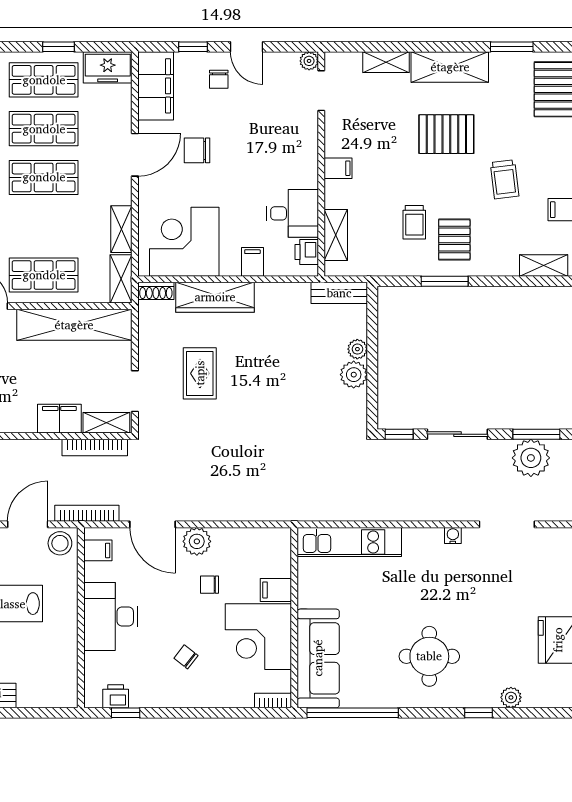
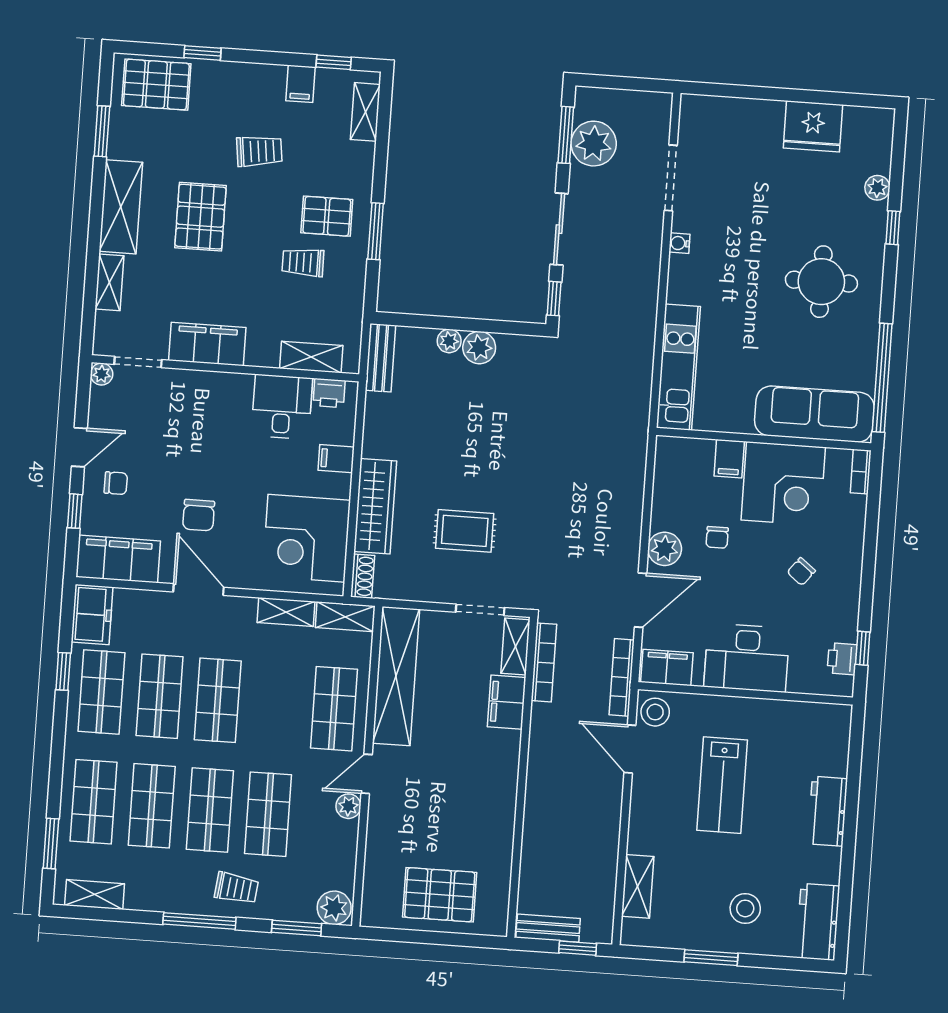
filing cabinet: (338, 168) -> (207, 344), width x3.00, depth x1.17
trolley: (414, 222) -> (303, 262), turned 180
filing cabinet: (98, 550) -> (667, 667), width x2.00

